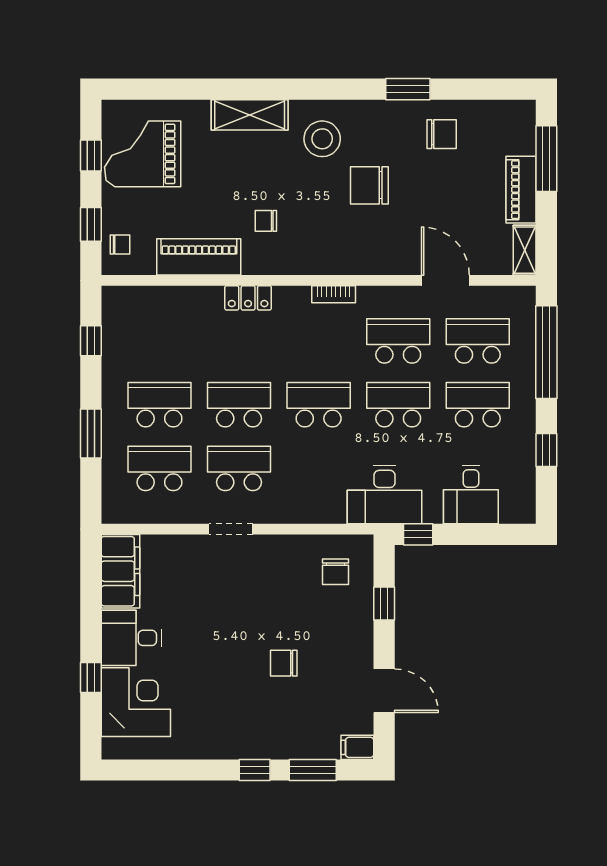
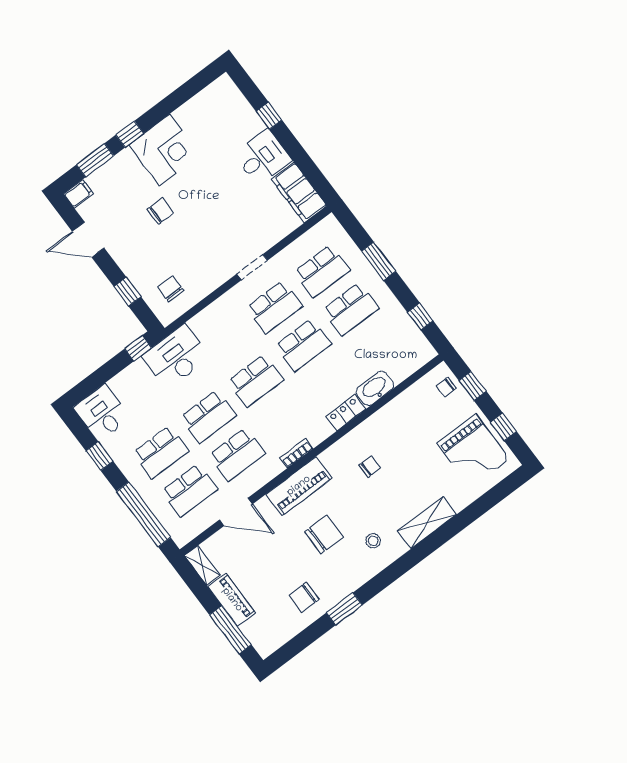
stool: (322, 139) -> (373, 541), width x0.53, depth x0.53
grand piano: (143, 154) -> (473, 451), turned 90
piano: (199, 257) -> (299, 486), moved
washbasin: (197, 300) -> (375, 388), added
desk: (471, 494) -> (102, 413), moved
corner desk: (136, 702) -> (165, 150), moved, turned -90

